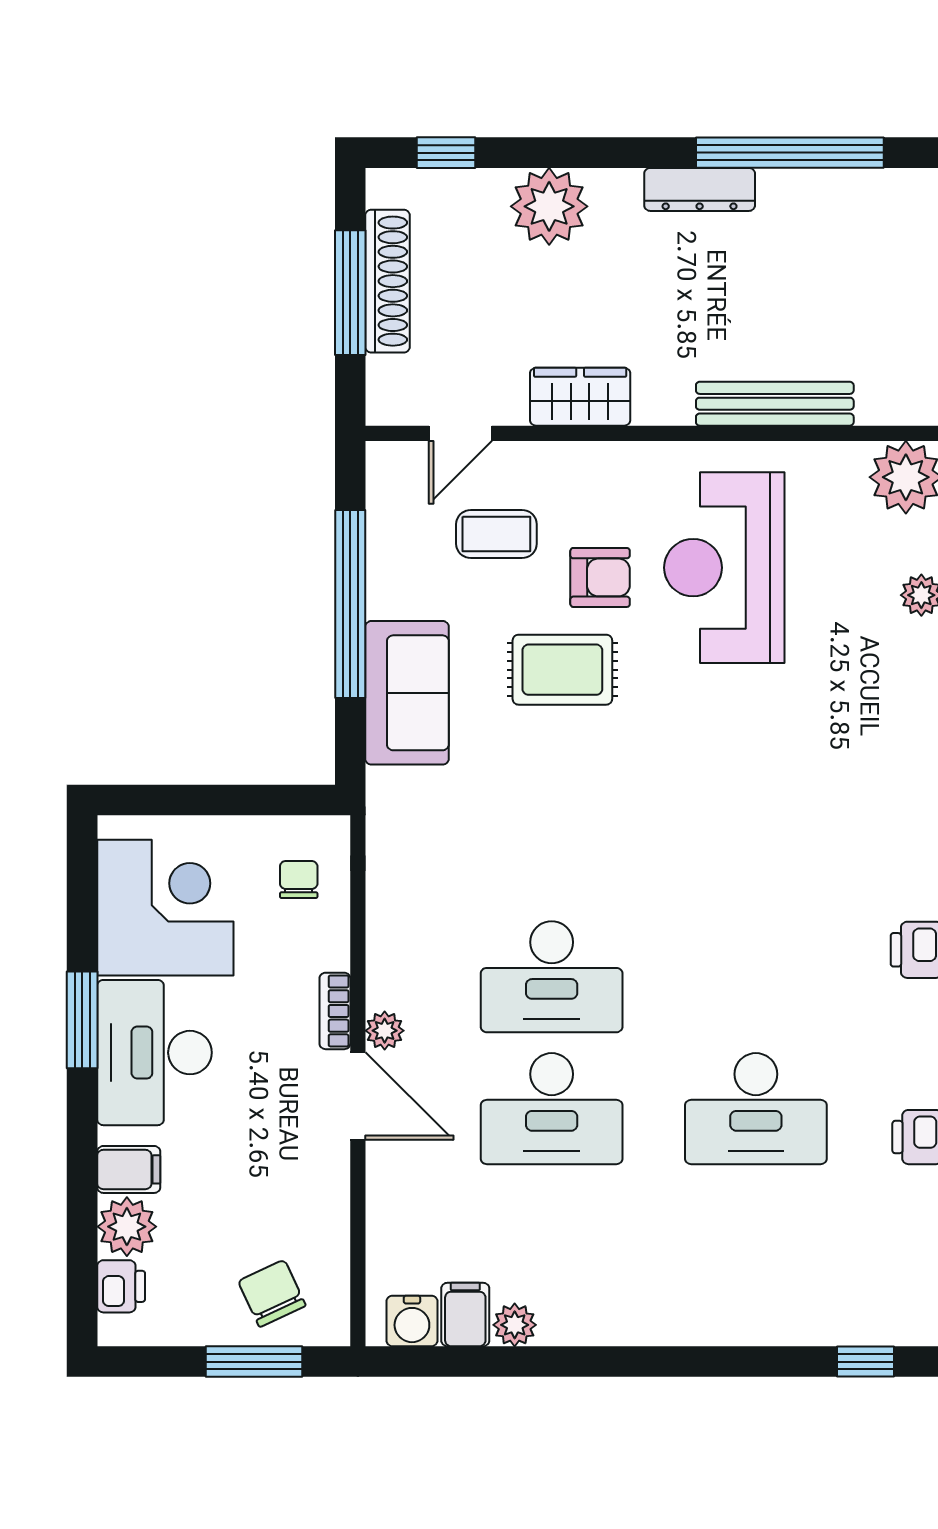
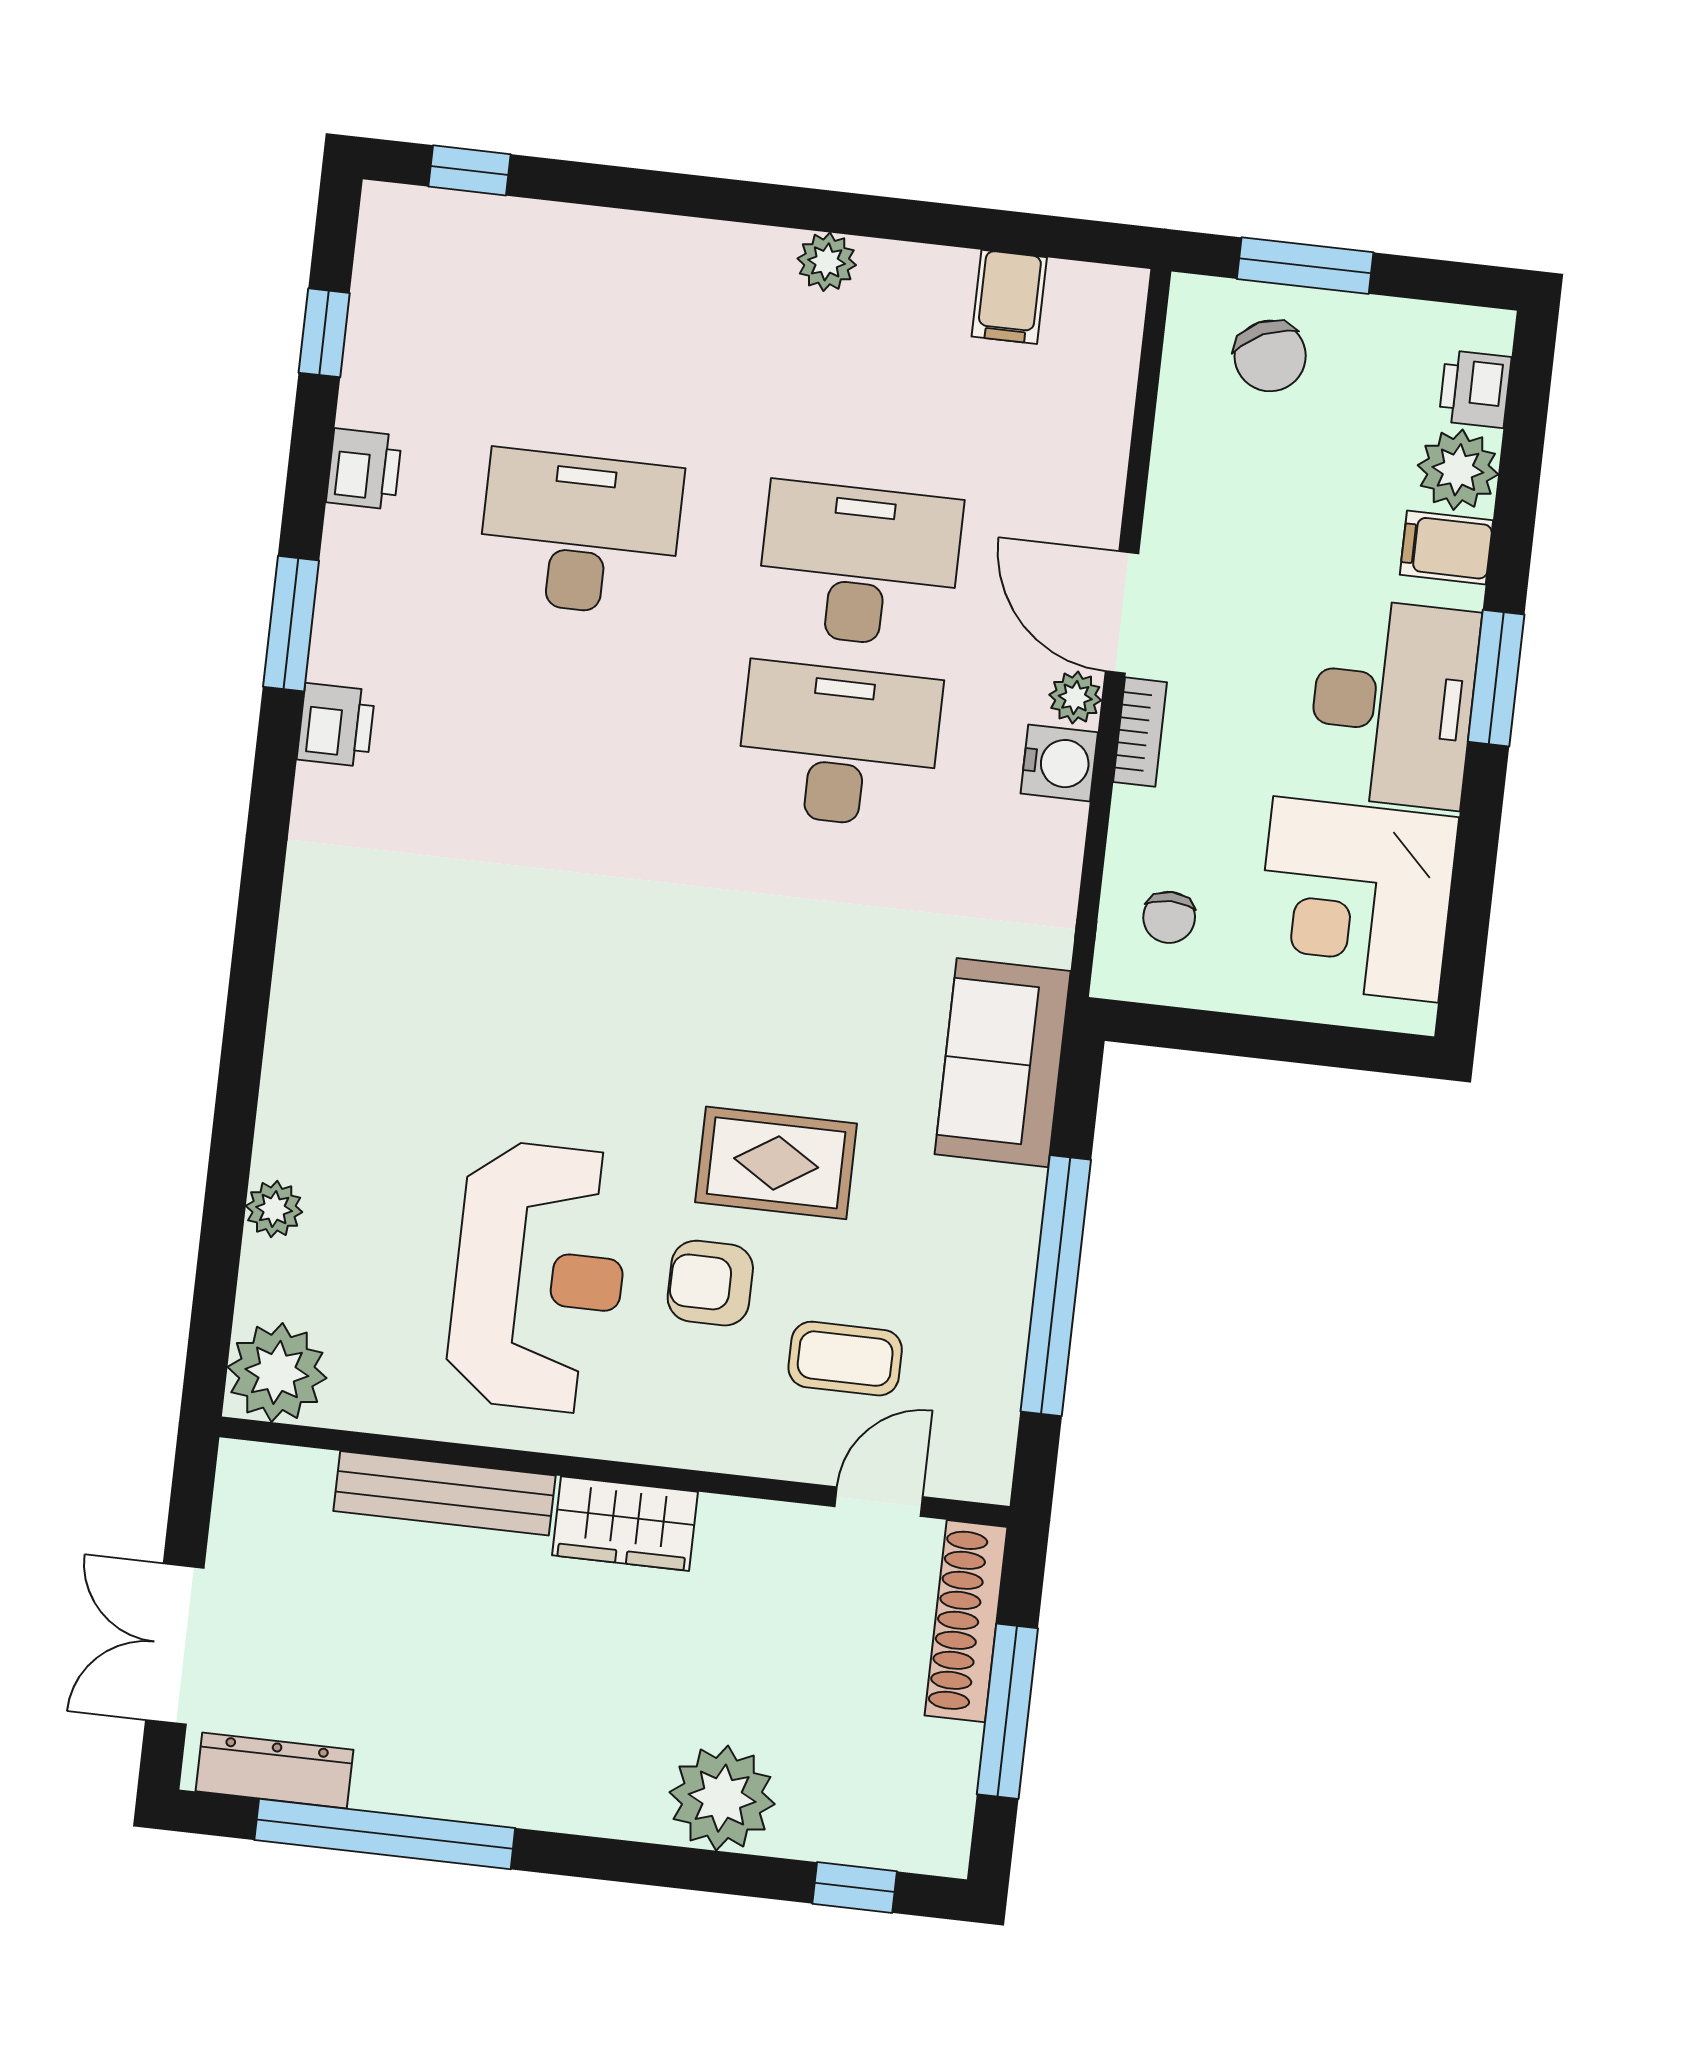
dresser: (700, 189) -> (274, 1770), moved
shoe rack: (388, 281) -> (966, 1621), moved
wardrobe: (580, 397) -> (625, 1524), moved
sofa: (407, 693) -> (1003, 1063), moved
window: (82, 1020) -> (1496, 678), moved
water cooler: (412, 1321) -> (1059, 763), moved, turned 90
plant: (515, 1325) -> (827, 262), moved

